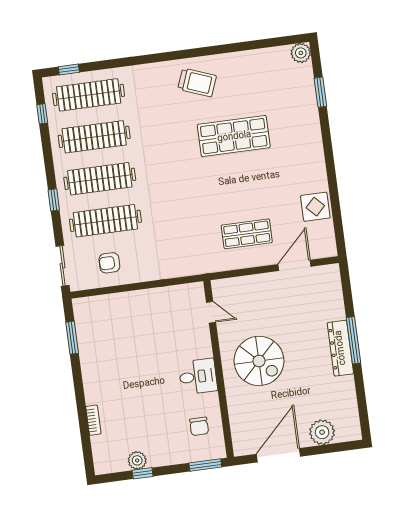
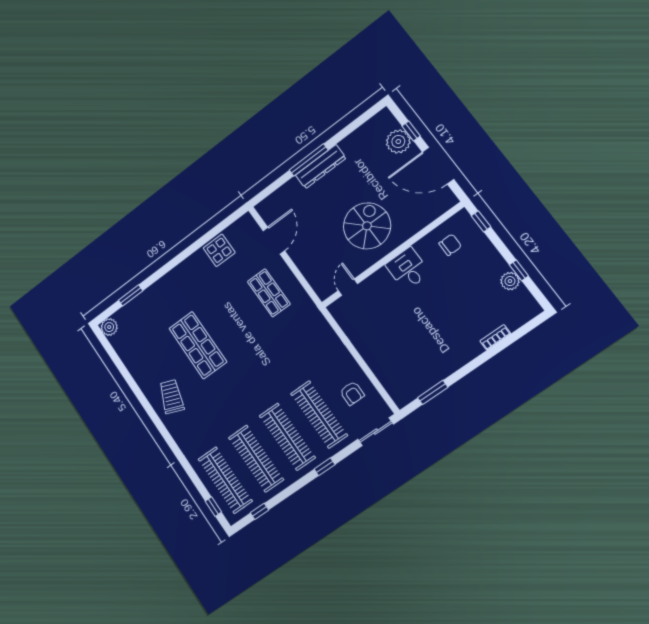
door: (295, 265) -> (274, 241), swing flipped
window: (325, 449) -> (411, 131), added
window: (205, 465) -> (481, 221), width x0.67

